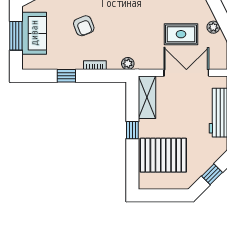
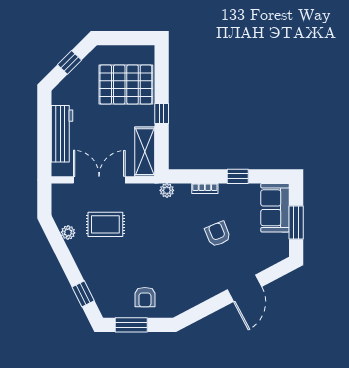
sofa: (34, 33) -> (275, 208), moved
double door: (186, 73) -> (99, 180), swing flipped

